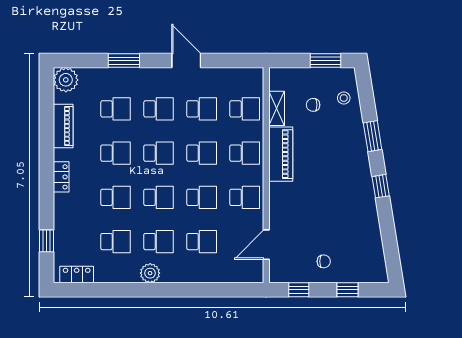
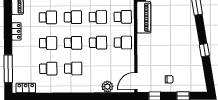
window: (381, 186) -> (204, 50), moved
window: (47, 241) -> (8, 69), width x2.17
school desk: (202, 242) -> (98, 68), removed
door: (266, 245) -> (136, 81), moved
plant: (150, 273) -> (107, 87), moved

